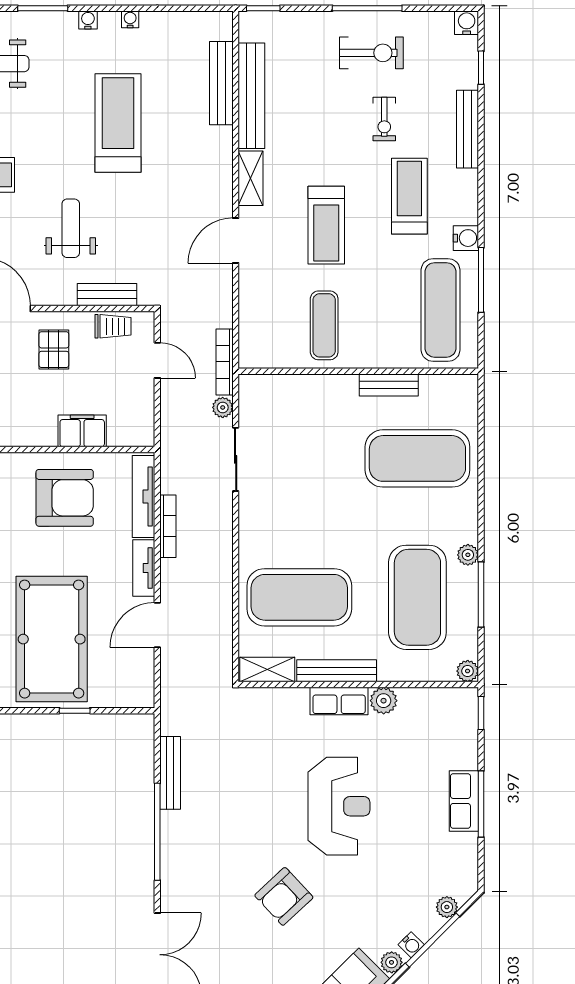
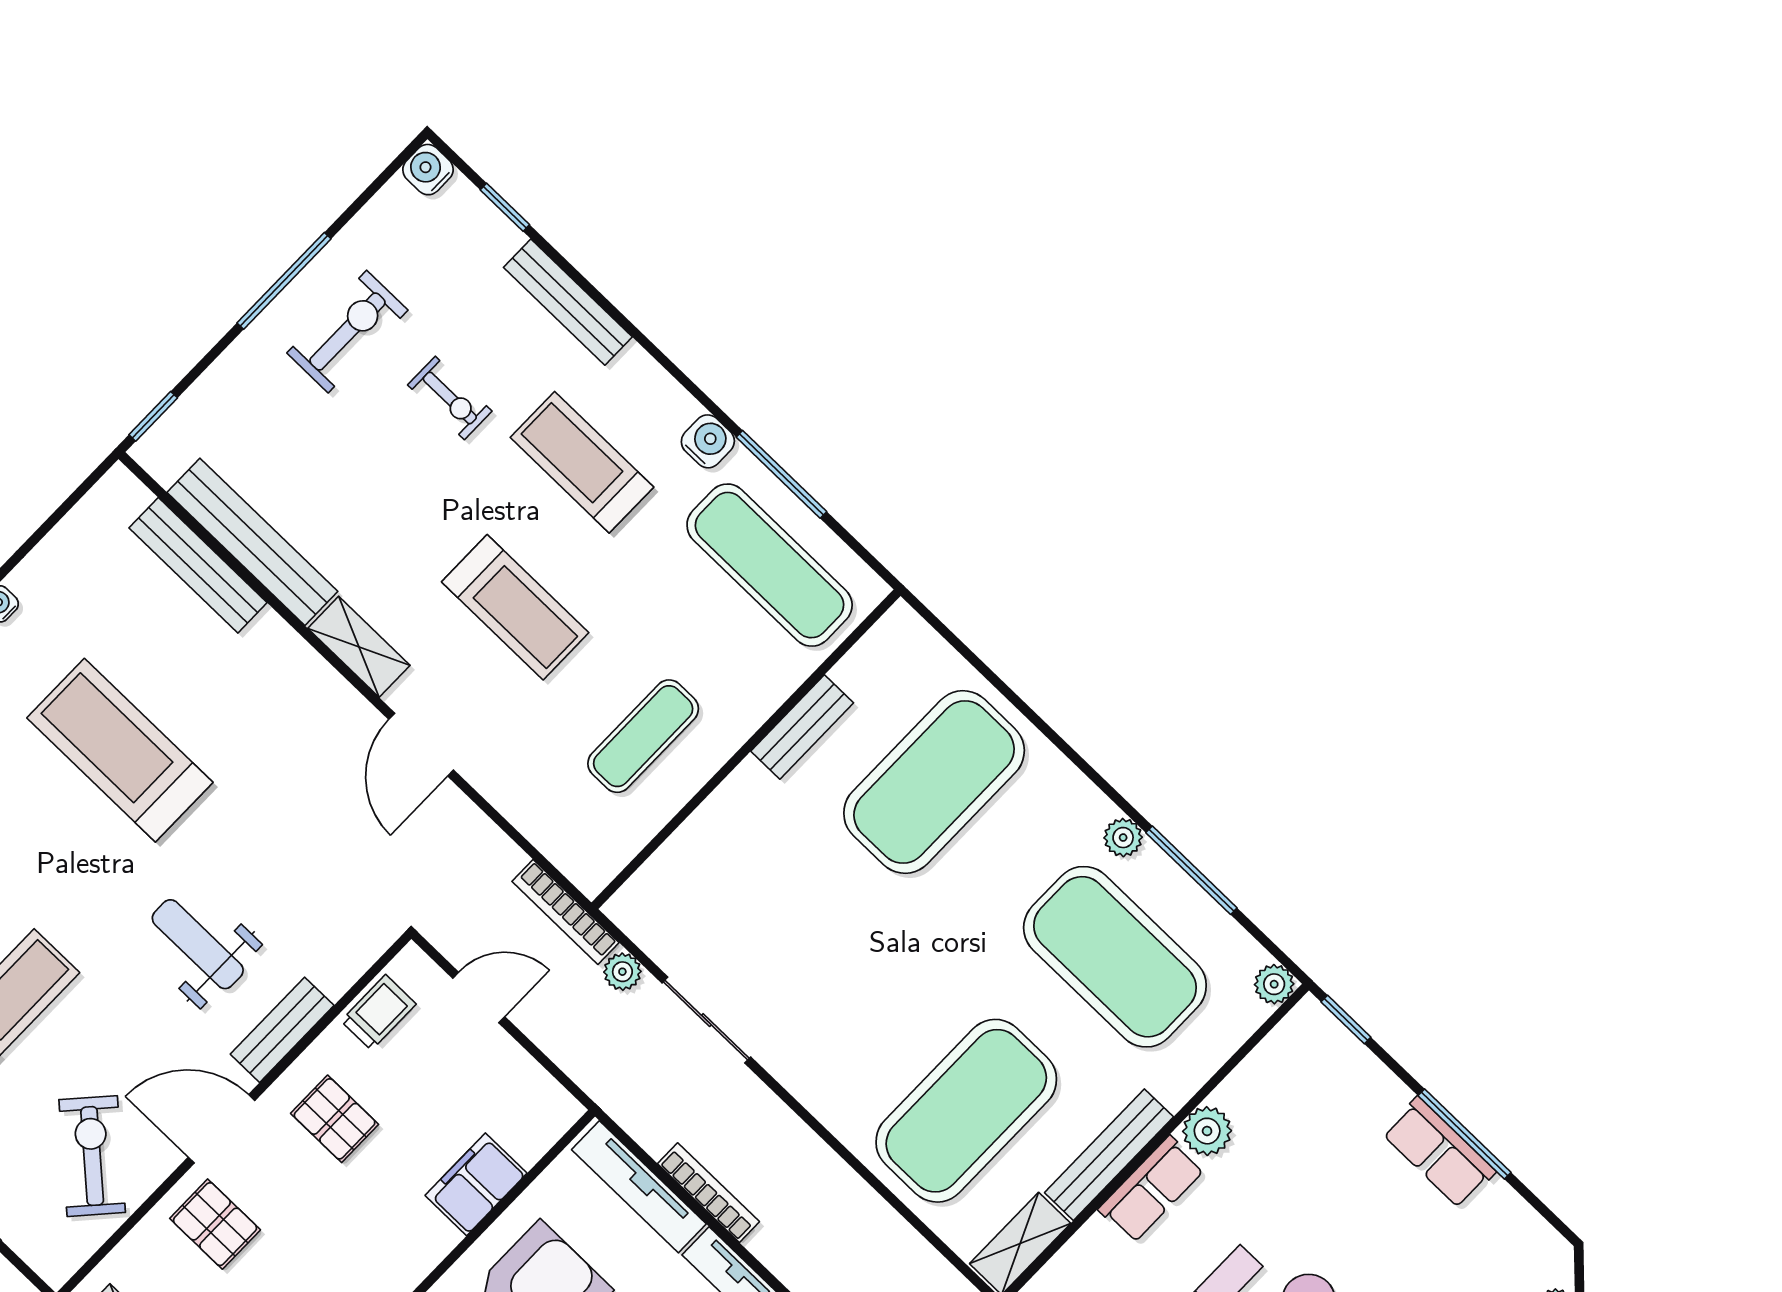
bench: (107, 295) -> (282, 1030), moved
exercise mat: (324, 325) -> (643, 736), turned 90

